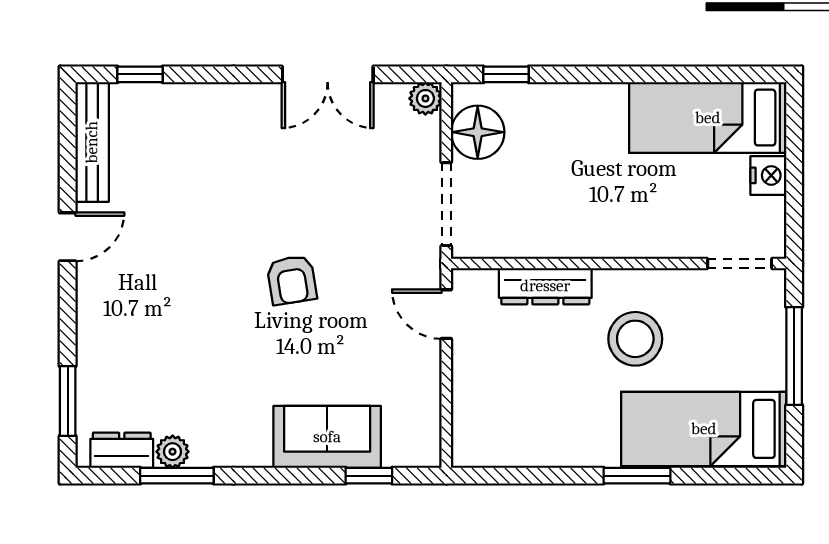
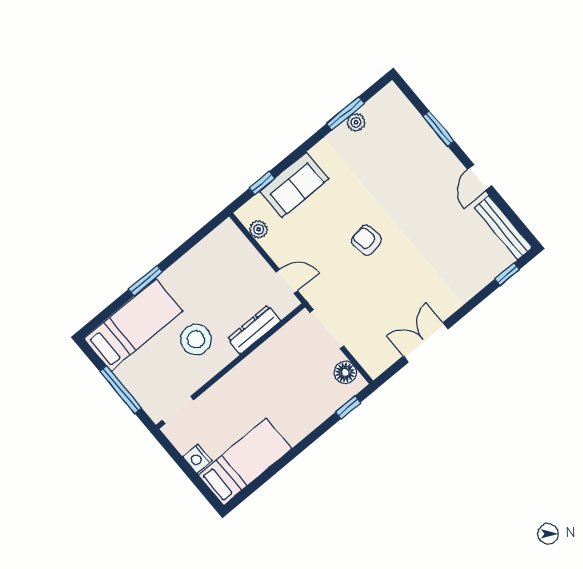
plant: (425, 98) -> (259, 229), moved
floor lamp: (478, 132) -> (345, 372), width x0.73, depth x0.73
window: (68, 401) -> (439, 129), moved
dresser: (122, 450) -> (378, 104), removed

